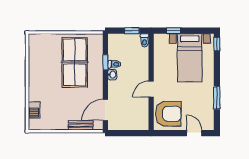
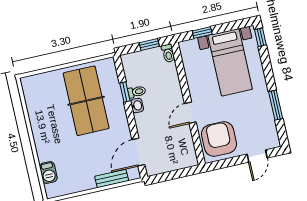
armchair: (168, 114) -> (219, 139), turned -90
door: (194, 133) -> (257, 156), swing flipped

